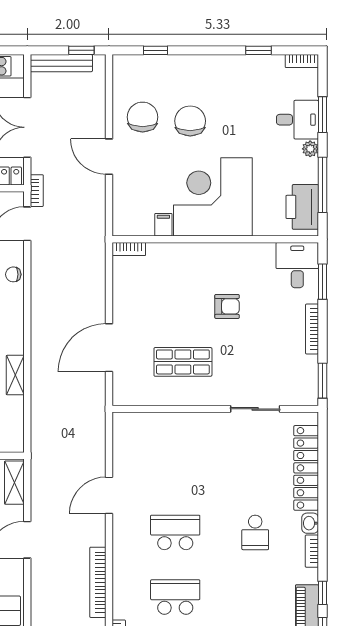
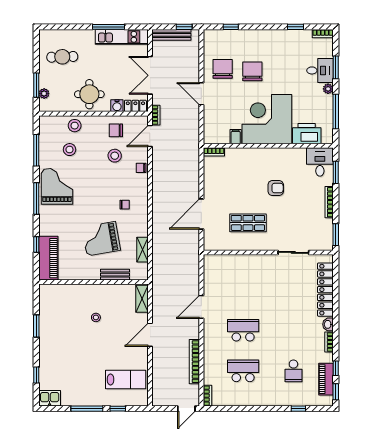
printer: (302, 207) -> (307, 134), moved, turned 90
shelving: (15, 375) -> (142, 250), moved
school desk: (255, 532) -> (293, 371), moved

